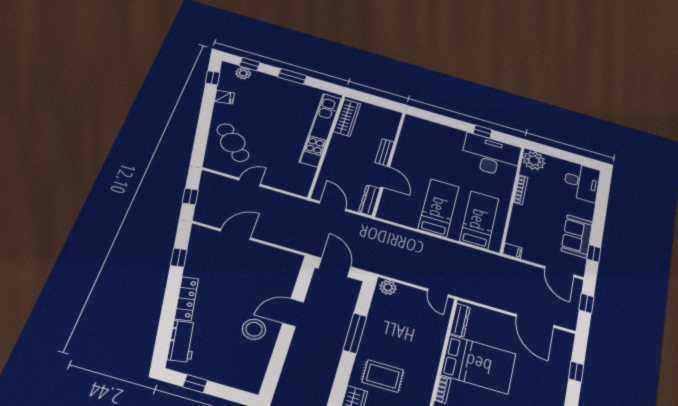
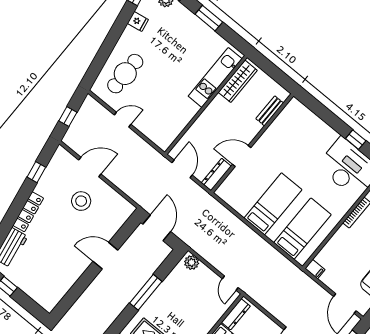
kitchen unit: (321, 130) -> (215, 77), width x0.73
cafe table: (233, 143) -> (125, 74), turned 43
bench: (385, 152) -> (270, 111), moved
door: (385, 177) -> (242, 156), swing flipped
stool: (254, 329) -> (81, 201), moved

